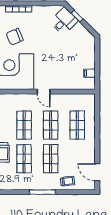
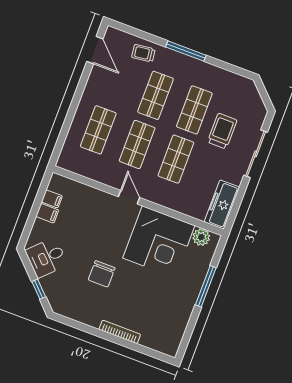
desk: (64, 21) -> (46, 258), moved
chair: (15, 37) -> (102, 274), moved, turned 113
filing cabinet: (89, 64) -> (47, 213), added

